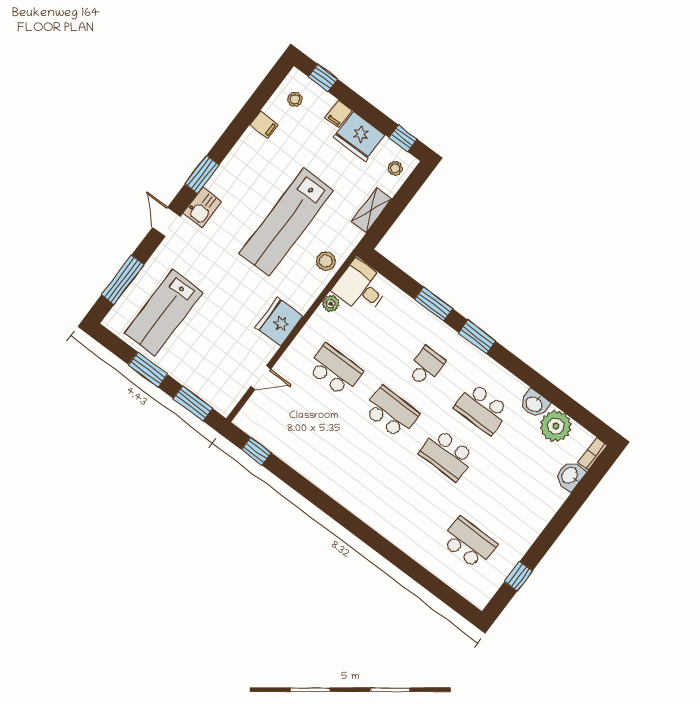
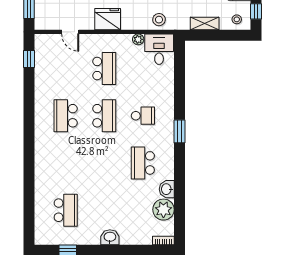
window: (434, 304) -> (179, 95), removed
school desk: (447, 455) -> (66, 116), moved
washbasin: (570, 476) -> (110, 237), moved

